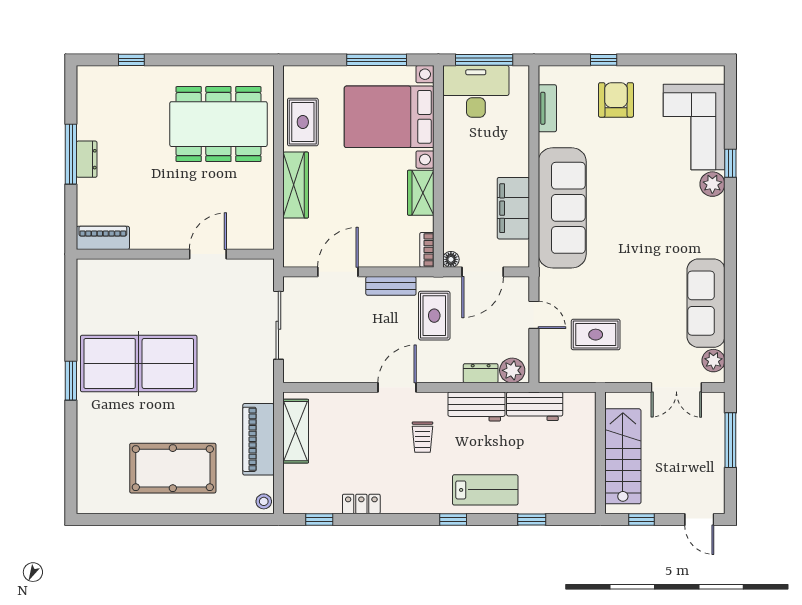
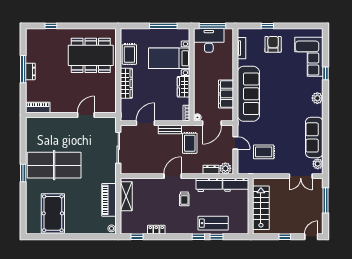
bed with nightstands: (389, 117) -> (169, 58), width x0.73
plant: (712, 184) -> (317, 98), moved
wall: (600, 453) -> (251, 206), moved
stairs: (623, 456) -> (261, 208), moved
pool table: (173, 468) -> (53, 213), moved, turned 90
window: (532, 519) -> (217, 237), moved
door: (699, 519) -> (311, 237), swing flipped

